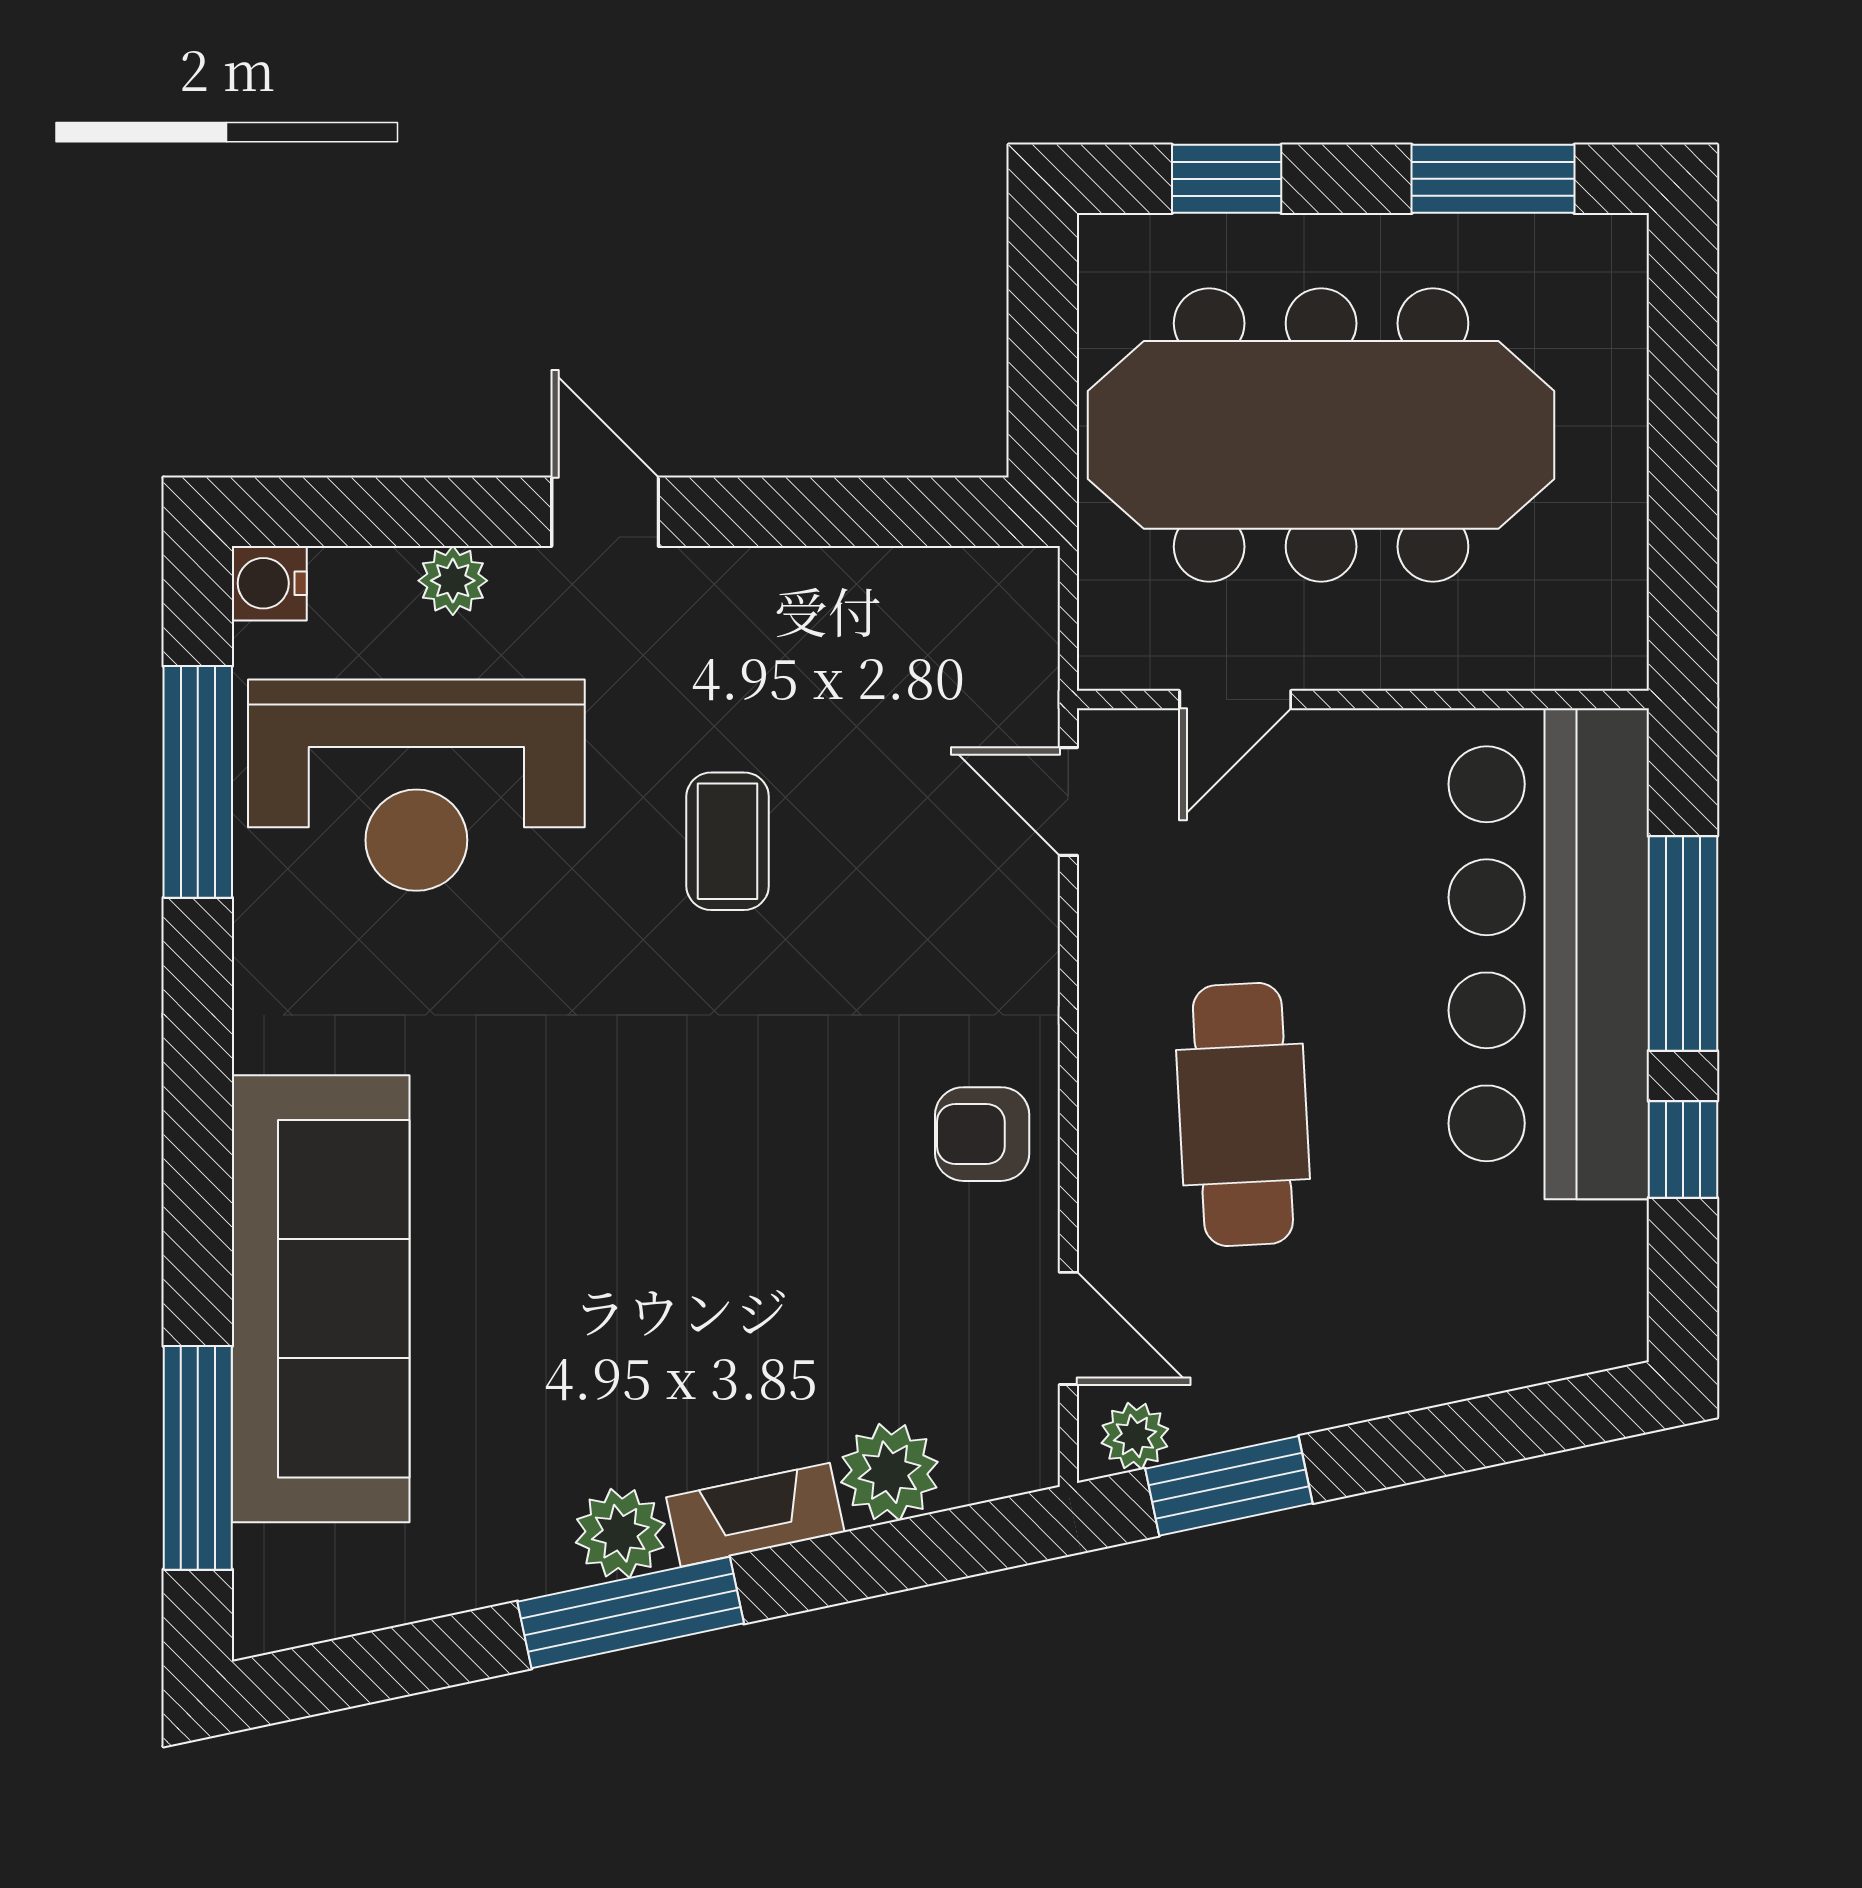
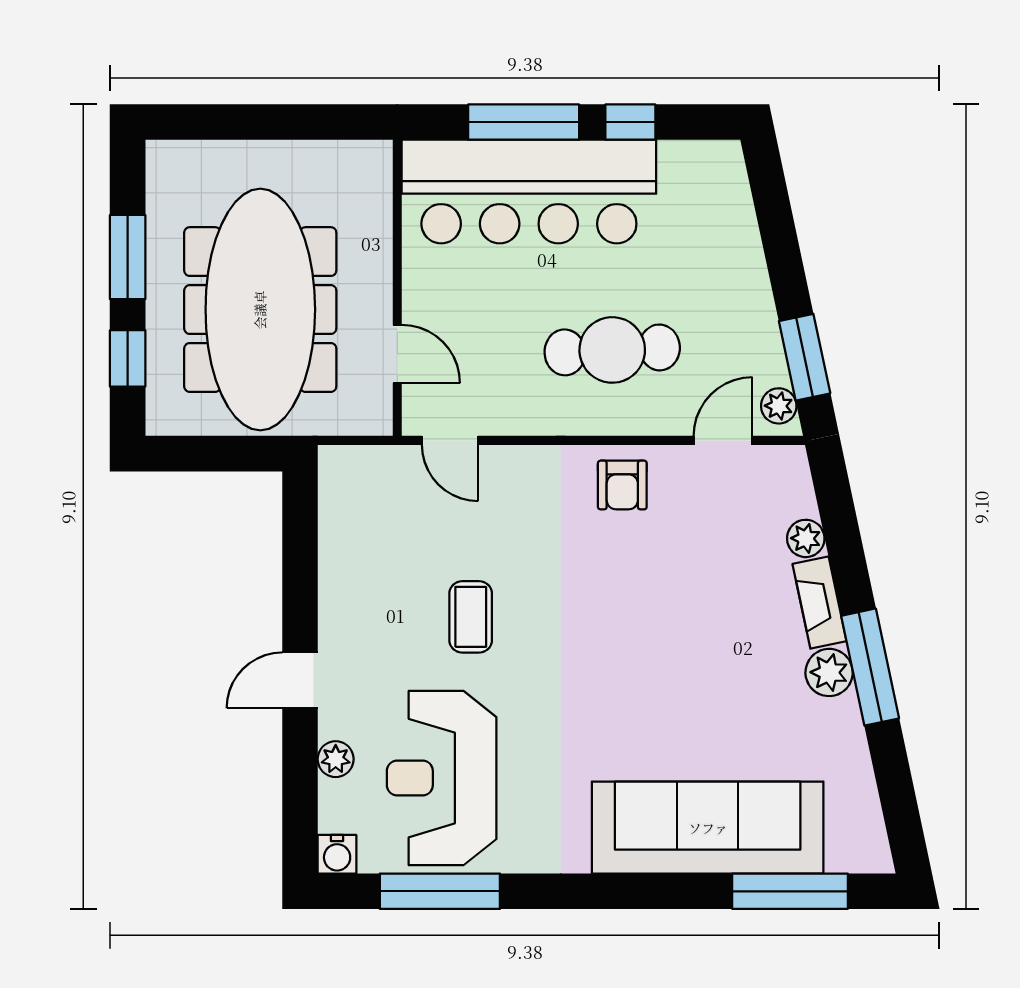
window: (1493, 179) -> (128, 257), moved
reception desk: (416, 785) -> (442, 778), turned 180
door: (1068, 801) -> (450, 440), hinge flipped
coffee table: (728, 841) -> (471, 617), turned 90
plant: (889, 1472) -> (806, 538), width x0.73, depth x0.73

